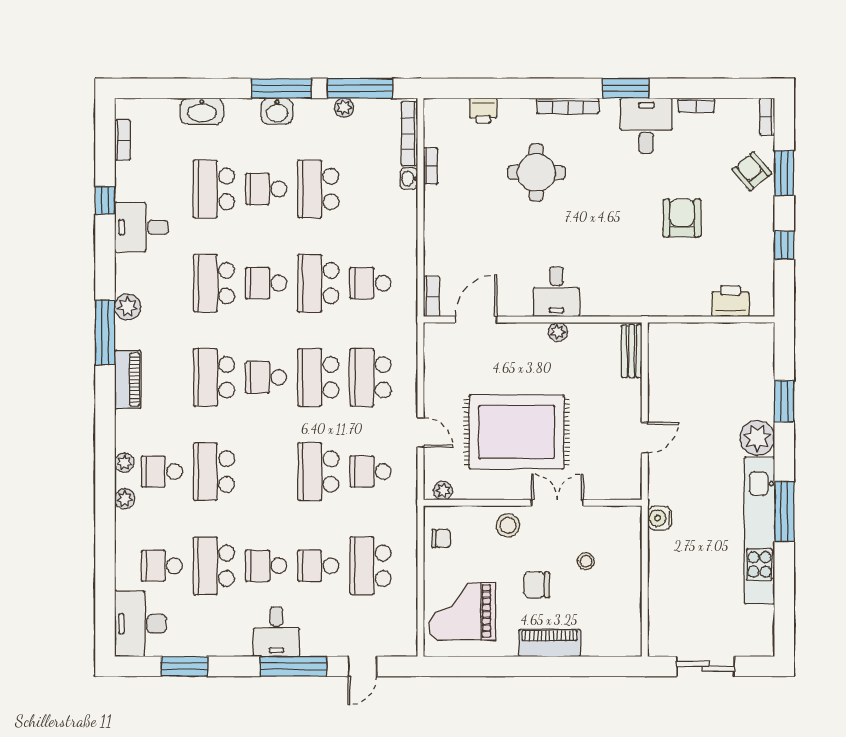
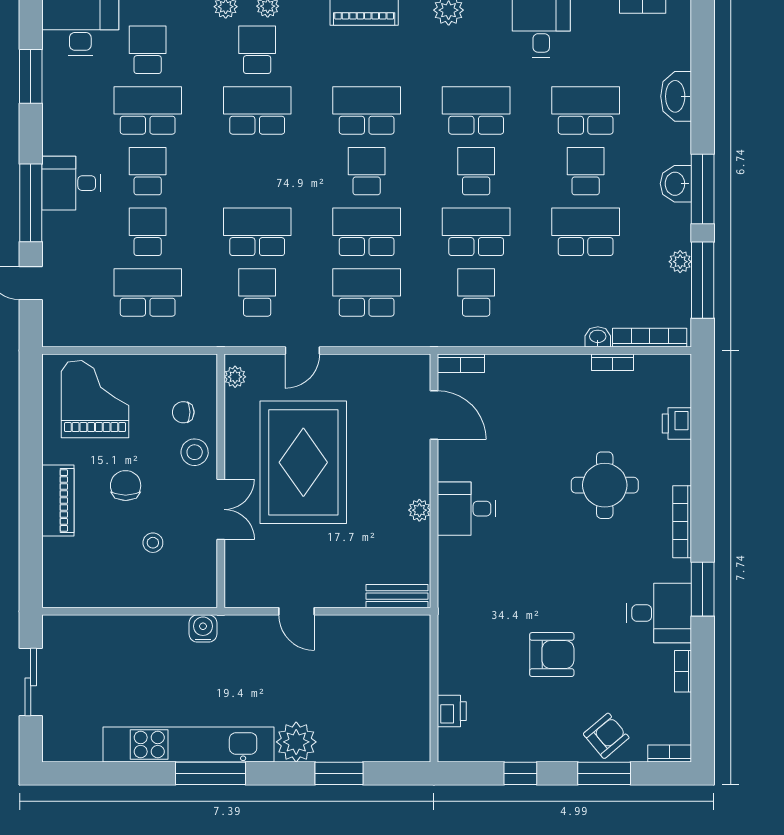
printer: (731, 301) -> (452, 711), width x0.73, depth x0.81
chair: (441, 538) -> (183, 412), moved, turned 90

